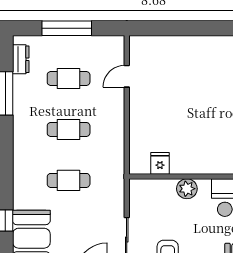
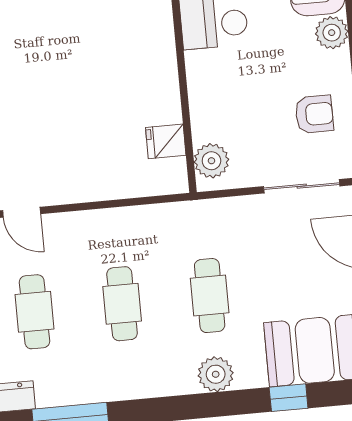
plant: (23, 180) -> (216, 374), added
plant: (187, 189) -> (211, 161), moved

